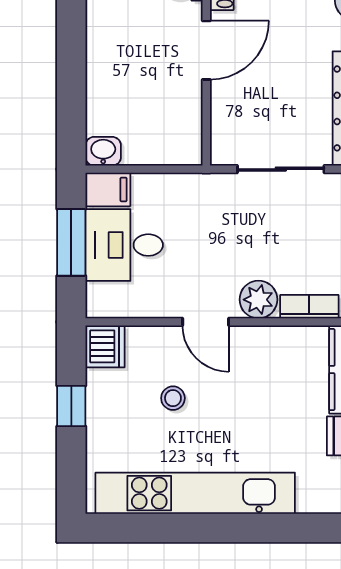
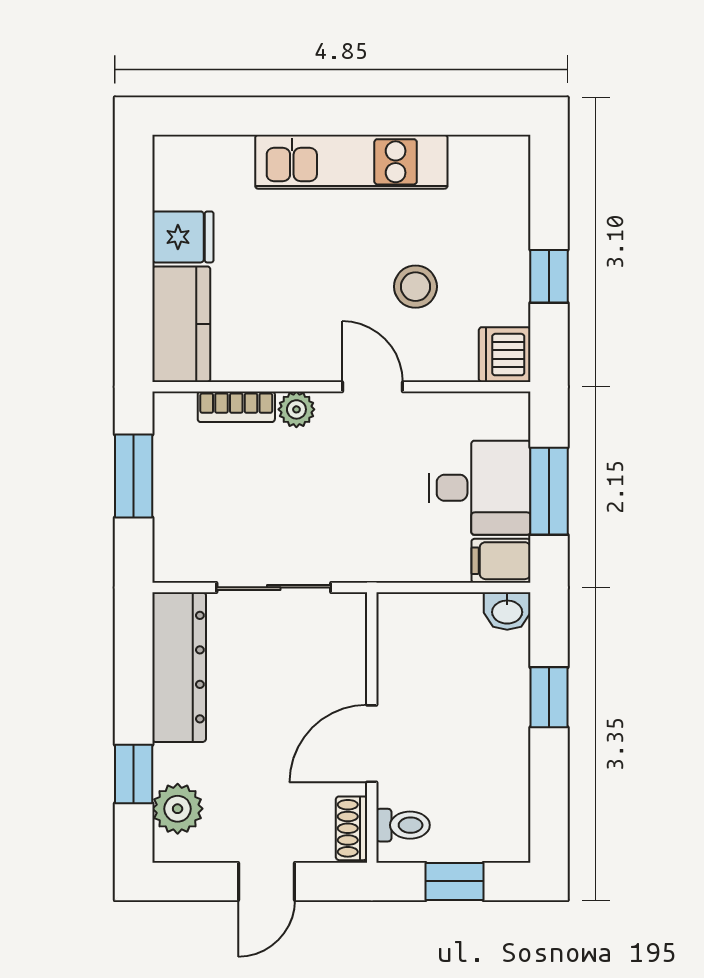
window: (71, 85) -> (549, 697), added
plant: (258, 300) -> (296, 409), width x0.73, depth x0.73
stool: (173, 398) -> (415, 287), width x1.37, depth x1.37
kitchen unit: (195, 493) -> (351, 162), width x0.73

